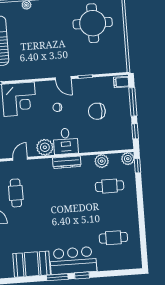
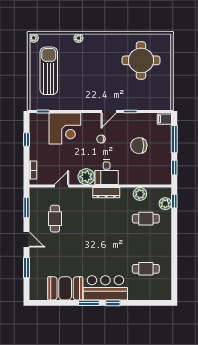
door: (63, 78) -> (109, 111), hinge flipped
plant: (128, 159) -> (165, 204), moved

